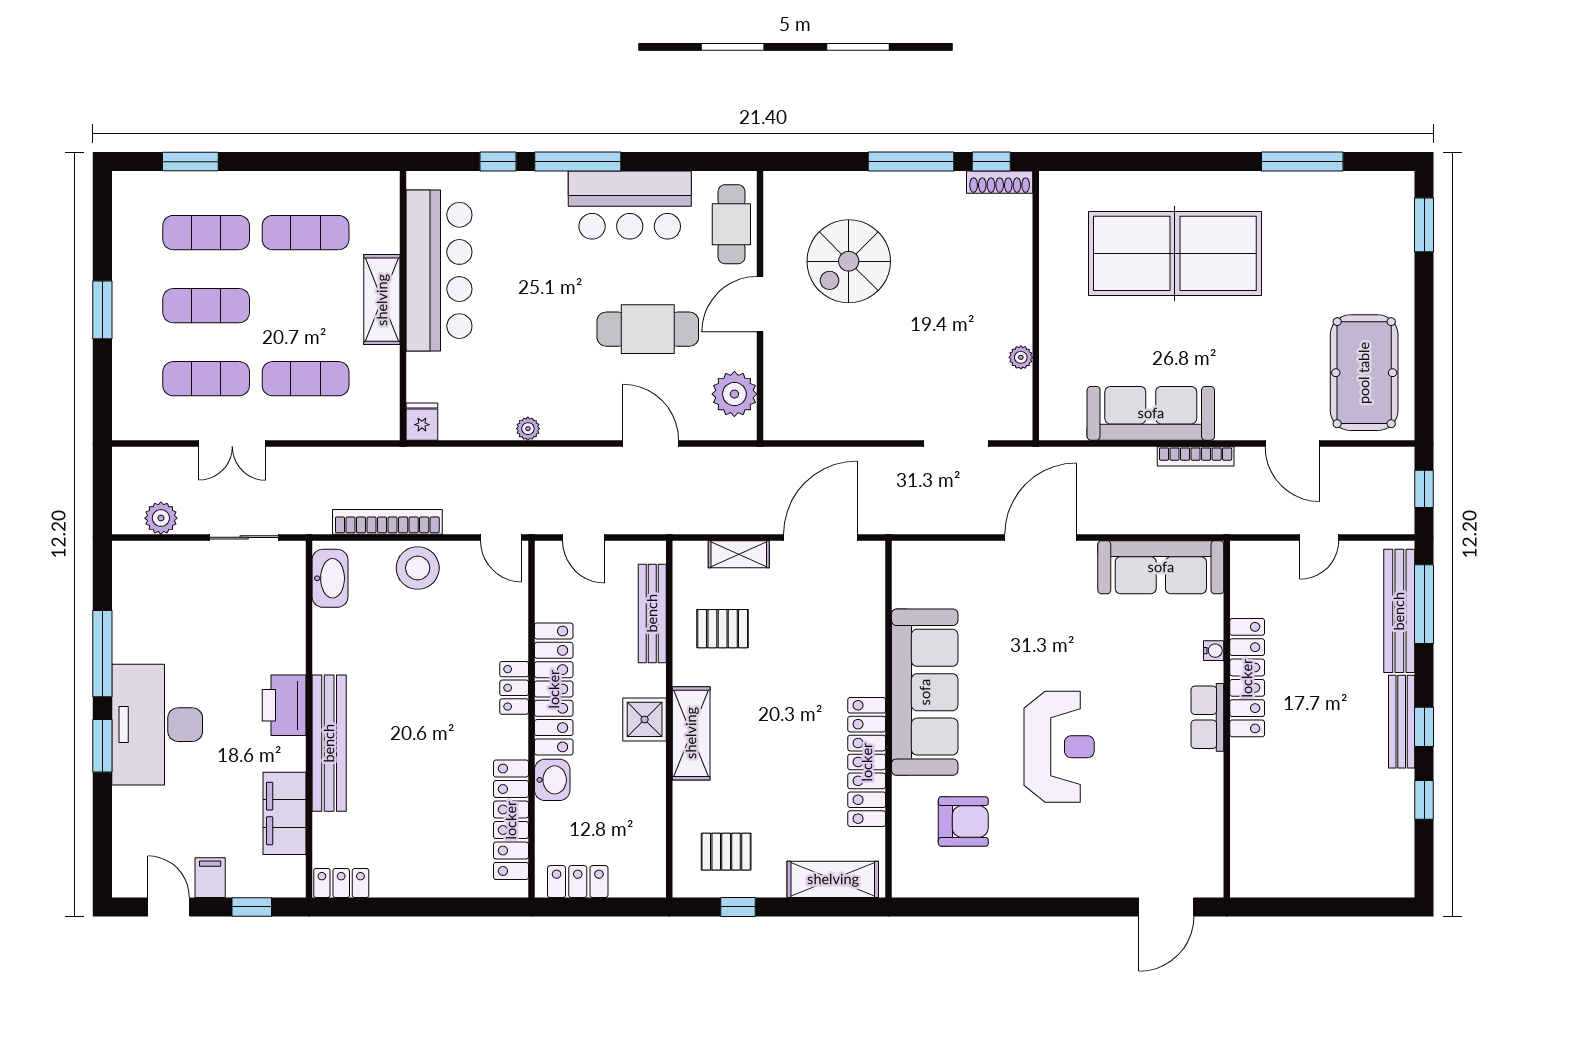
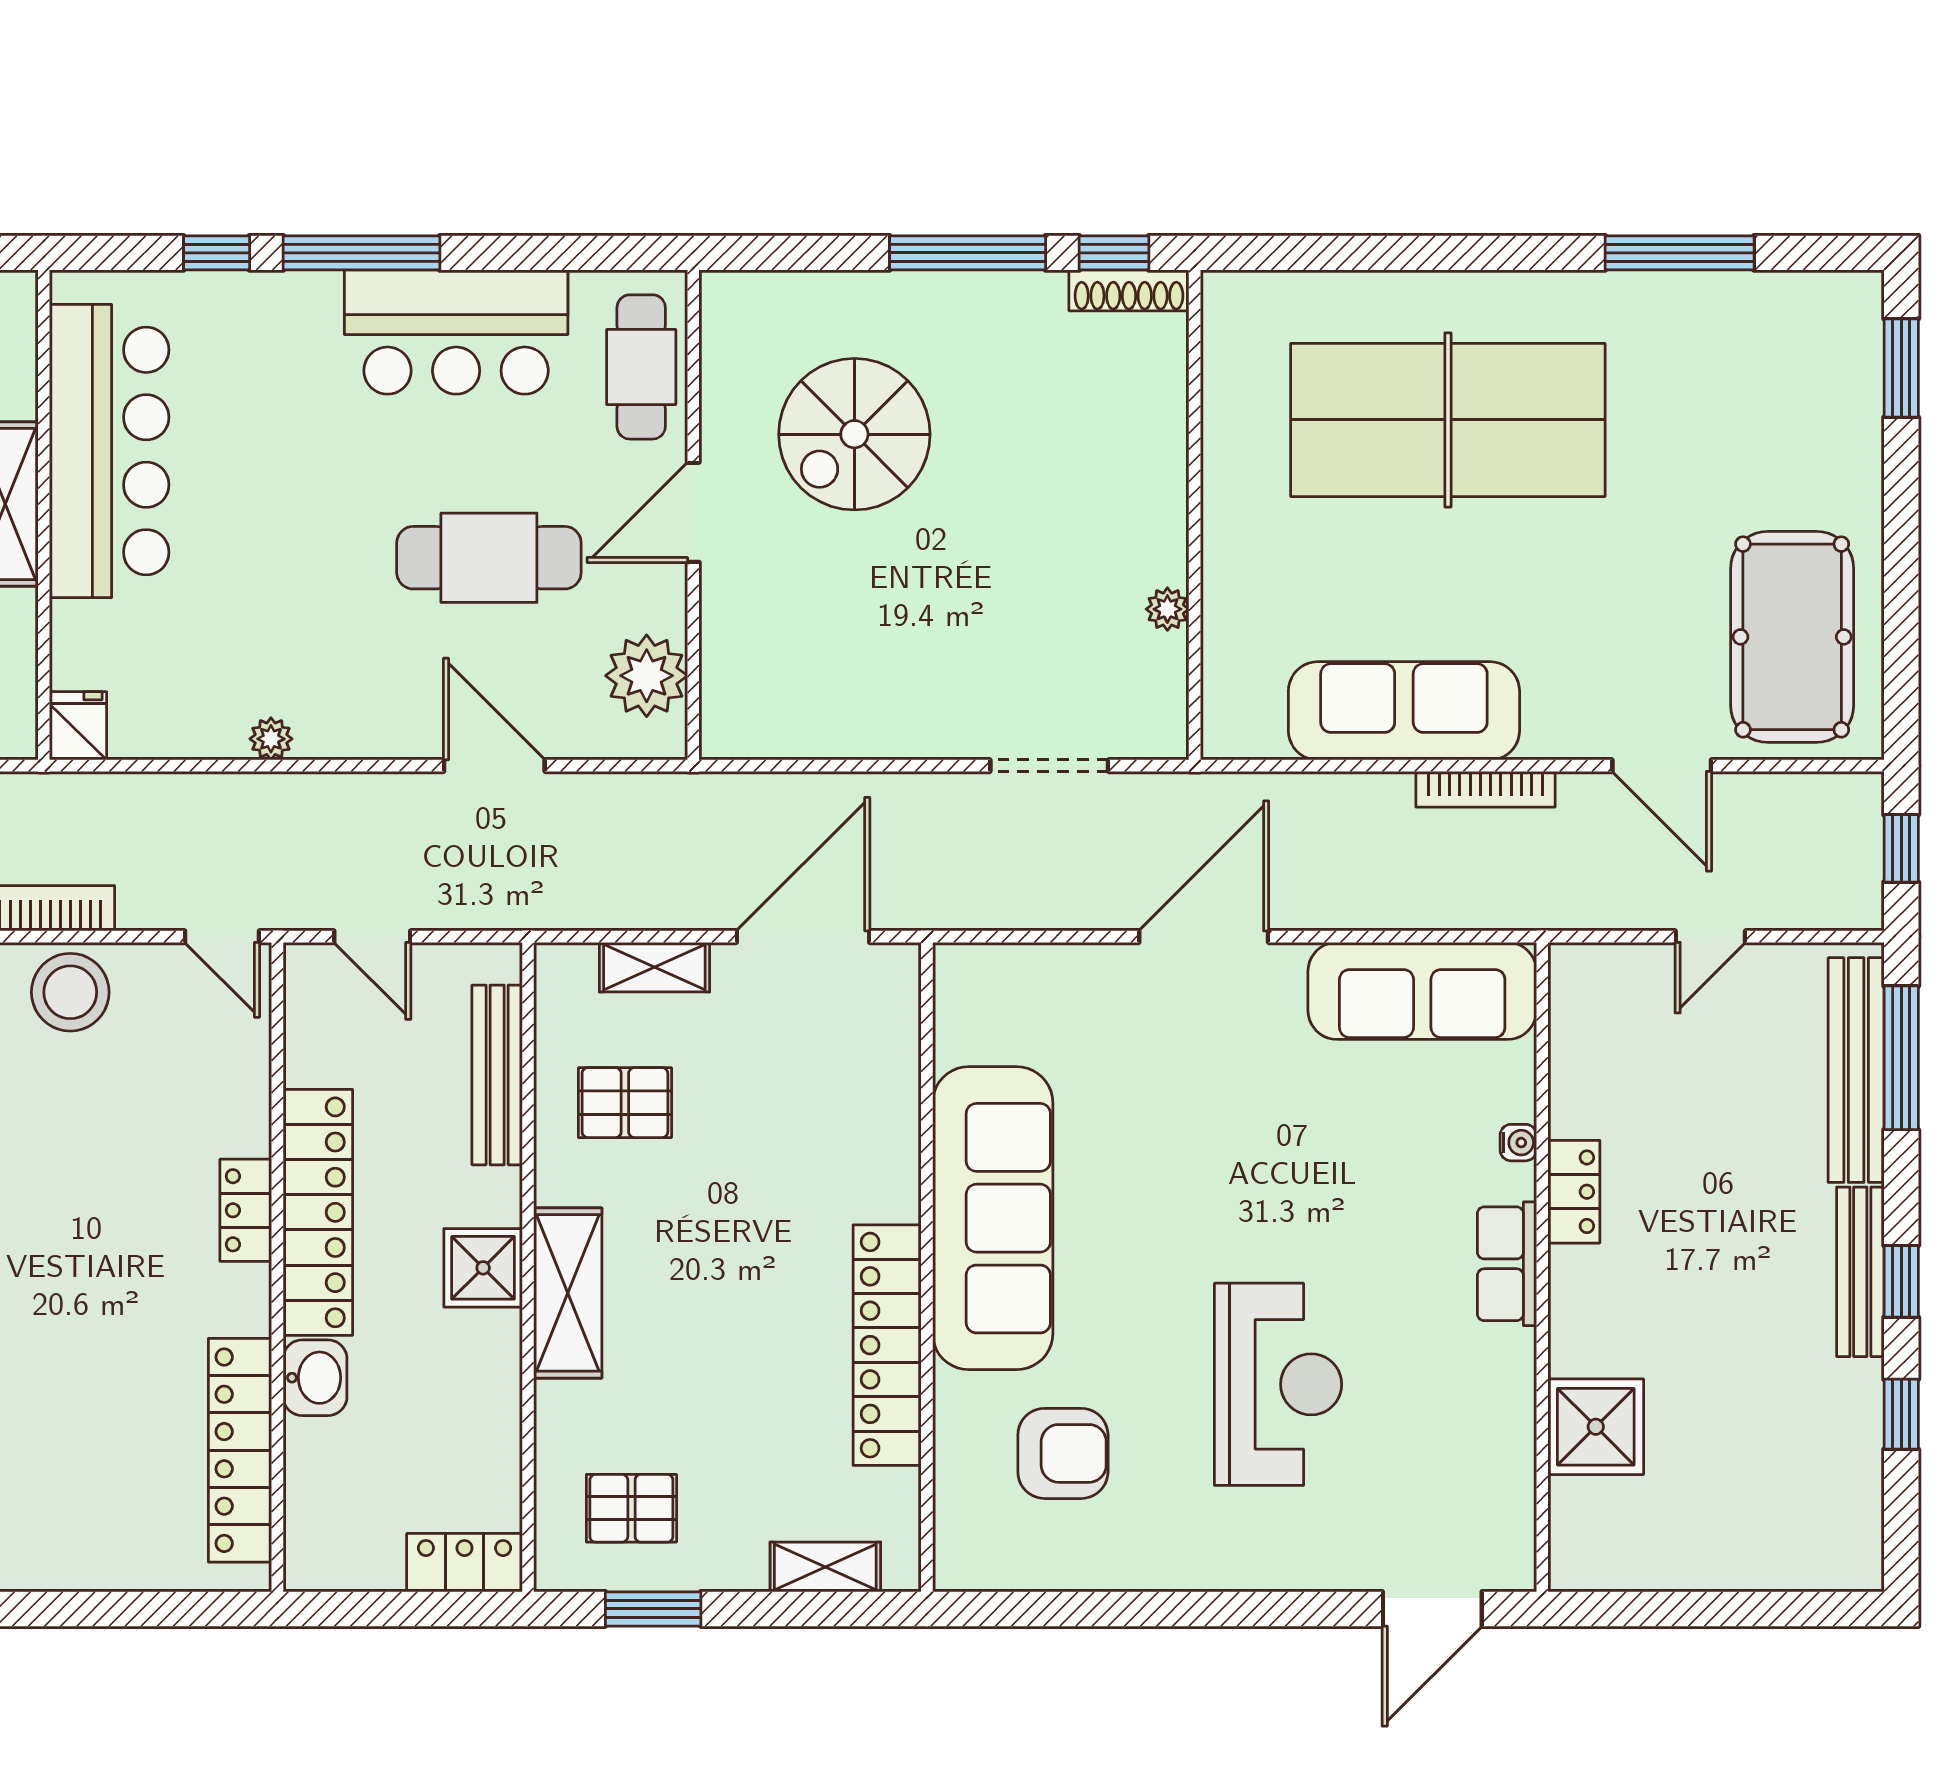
locker: (1247, 678) -> (1574, 1192), width x0.46, depth x0.83
reception desk: (1059, 747) -> (1278, 1384), moved
shower: (1256, 807) -> (1596, 1427), added
shelving: (833, 879) -> (825, 1567), width x0.67, depth x0.75
locker: (578, 882) -> (464, 1563), moved
window: (738, 907) -> (653, 1609), width x1.50

